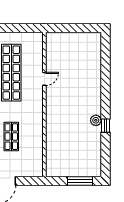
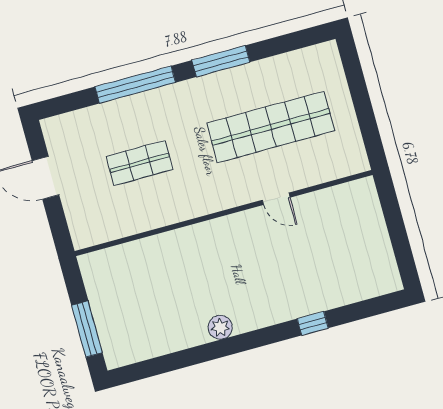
window: (106, 126) -> (313, 323), moved

